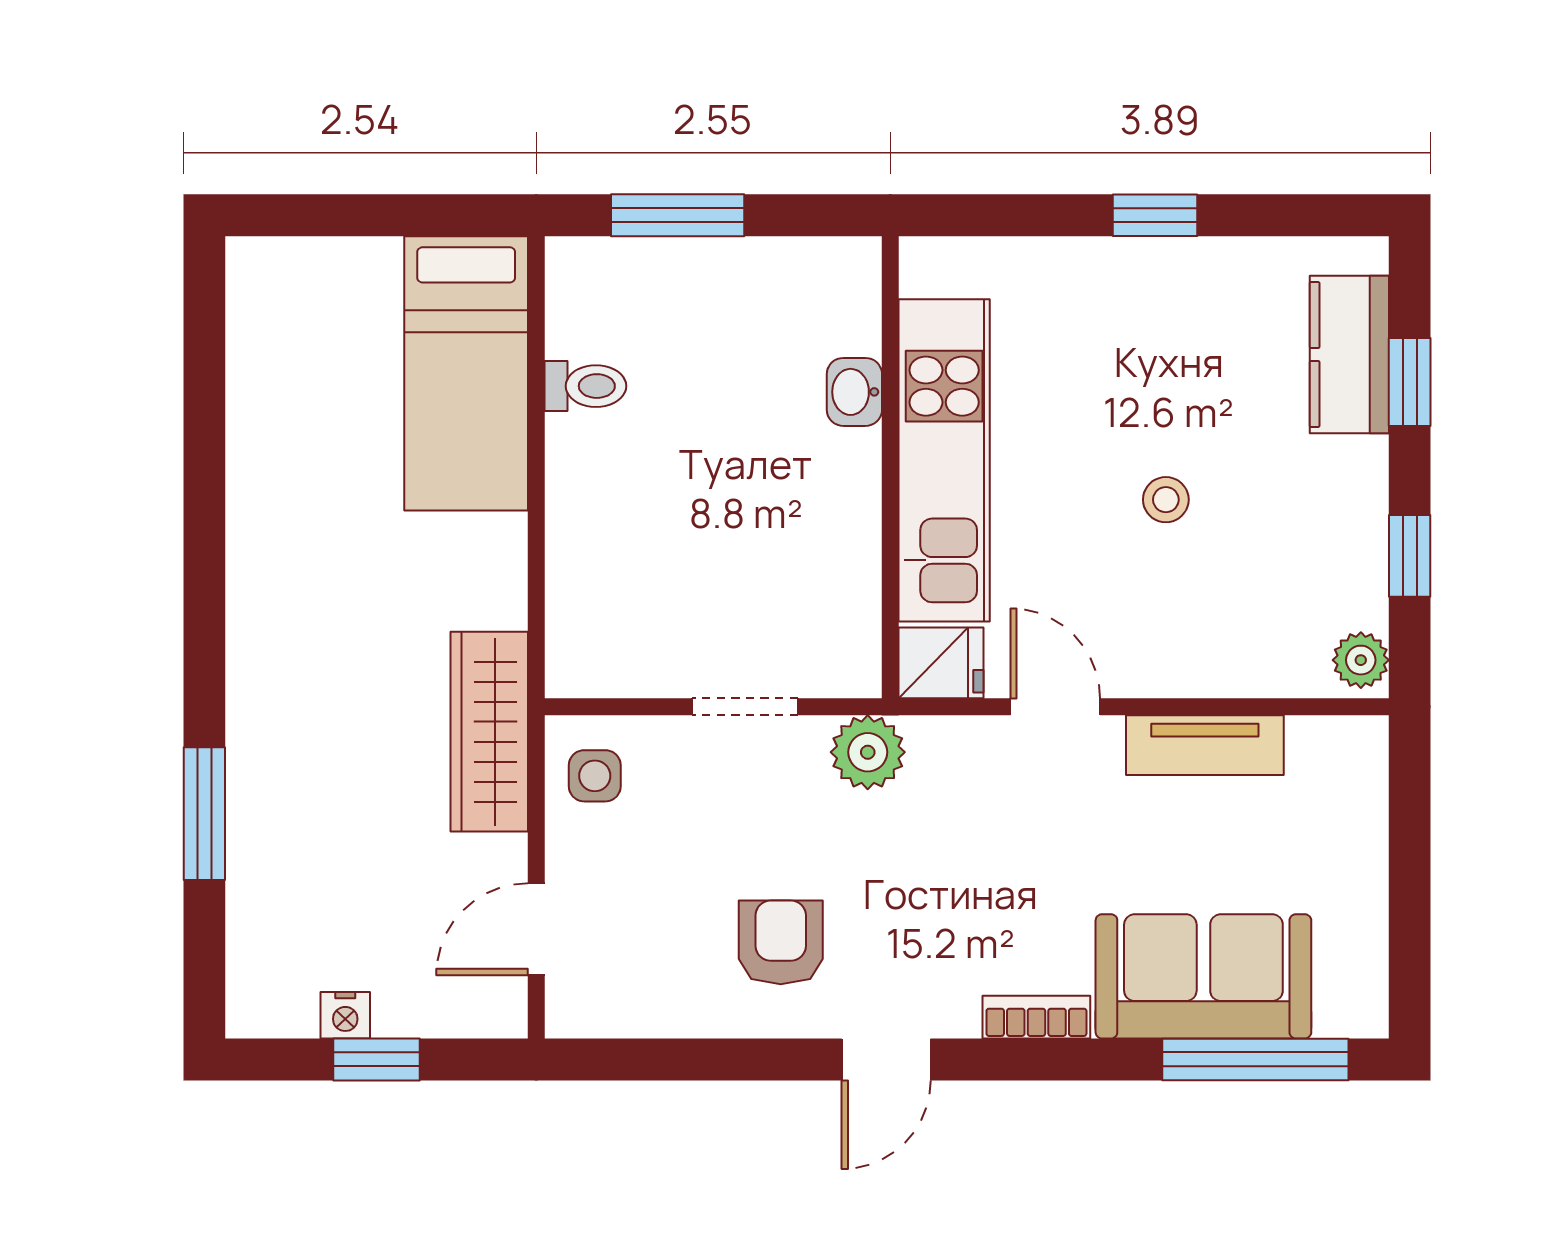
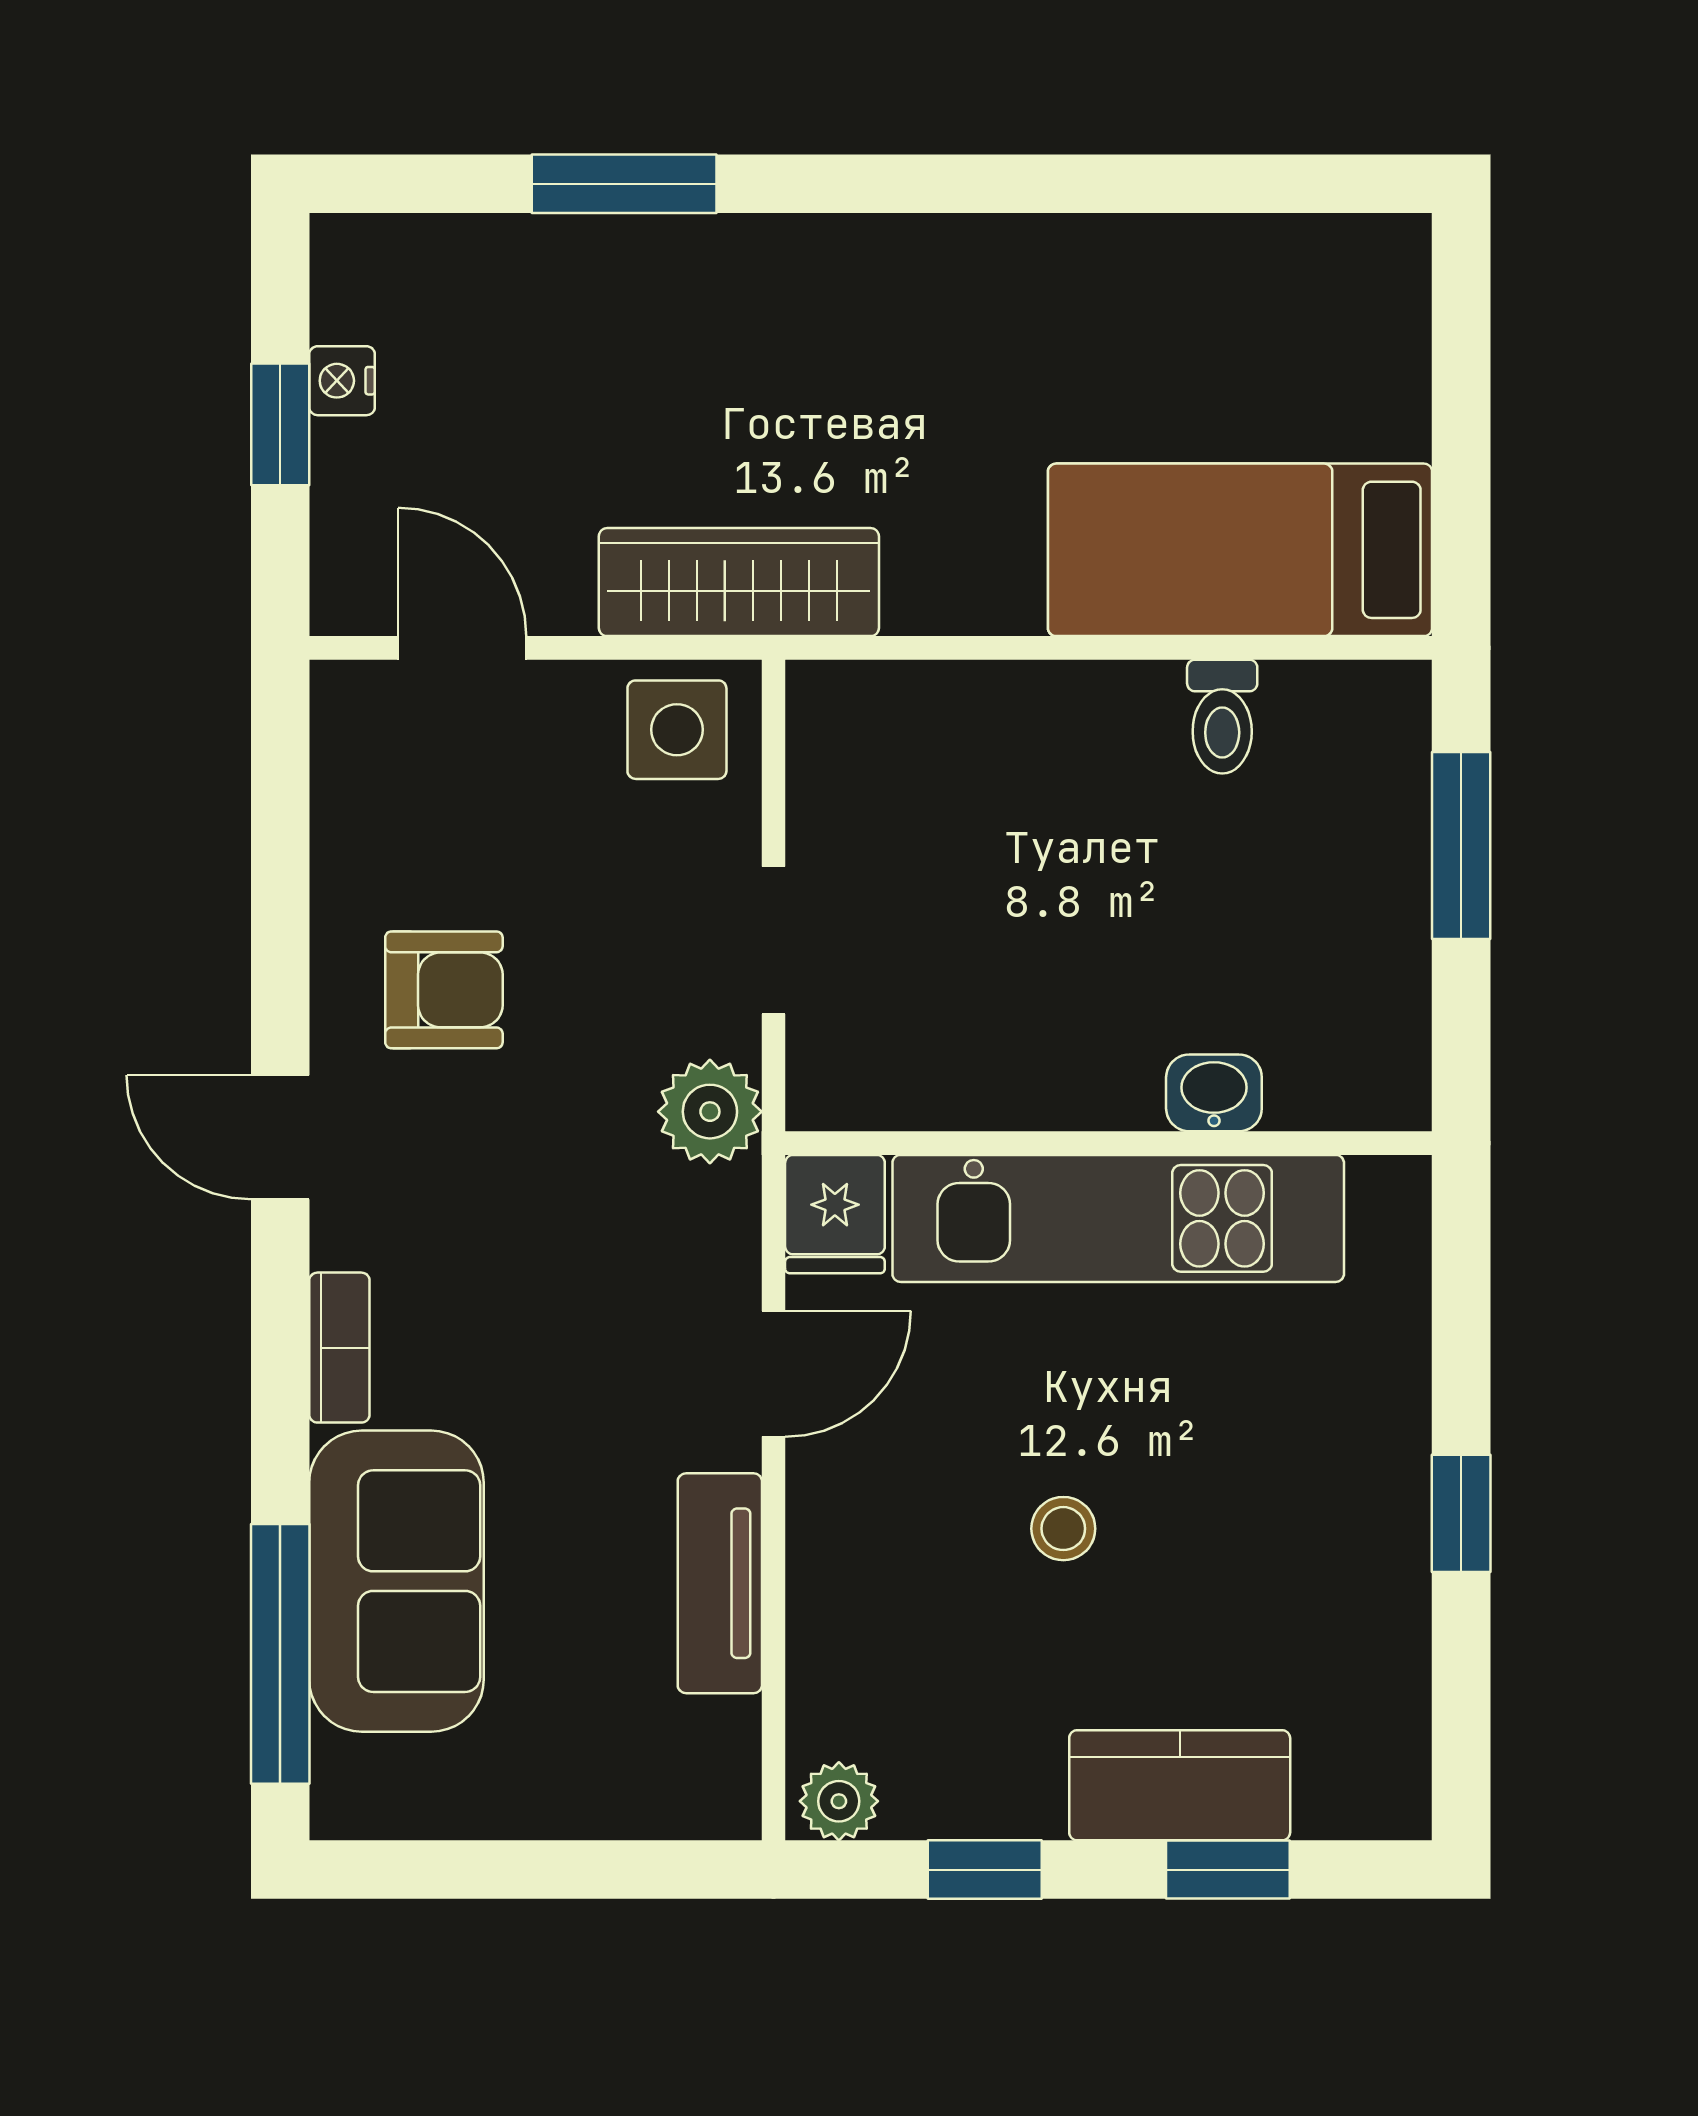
kitchen counter: (1349, 354) -> (1180, 1785), moved
side table: (595, 776) -> (677, 730), width x1.37, depth x1.37

